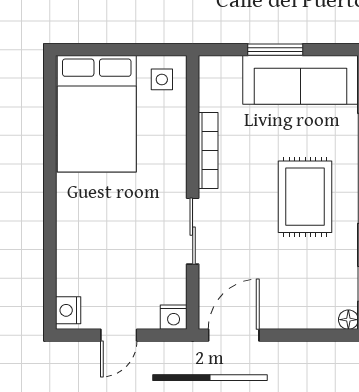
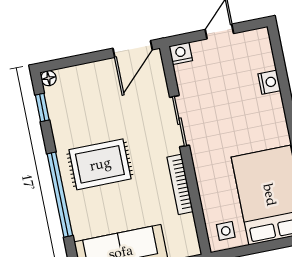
rug: (305, 197) -> (100, 164), turned 90
nightstand: (68, 310) -> (269, 82), moved

